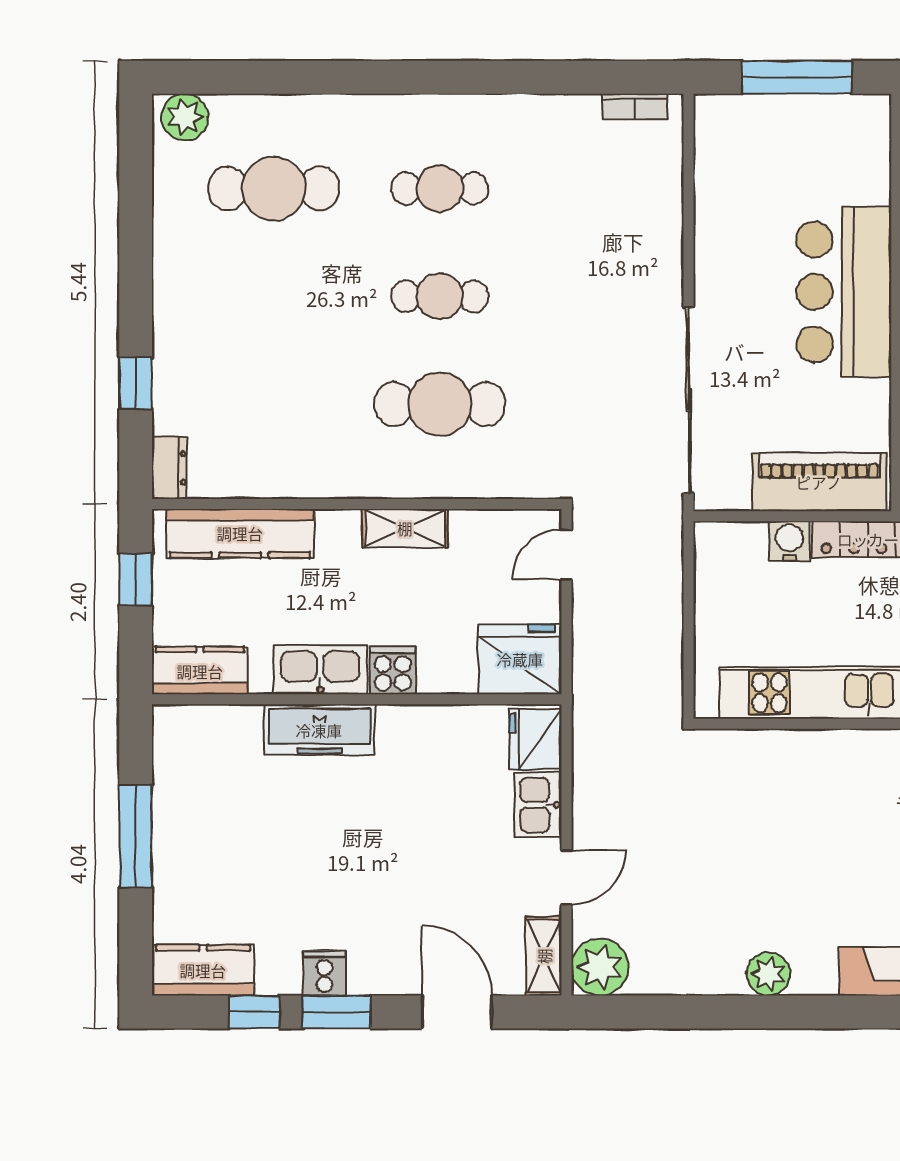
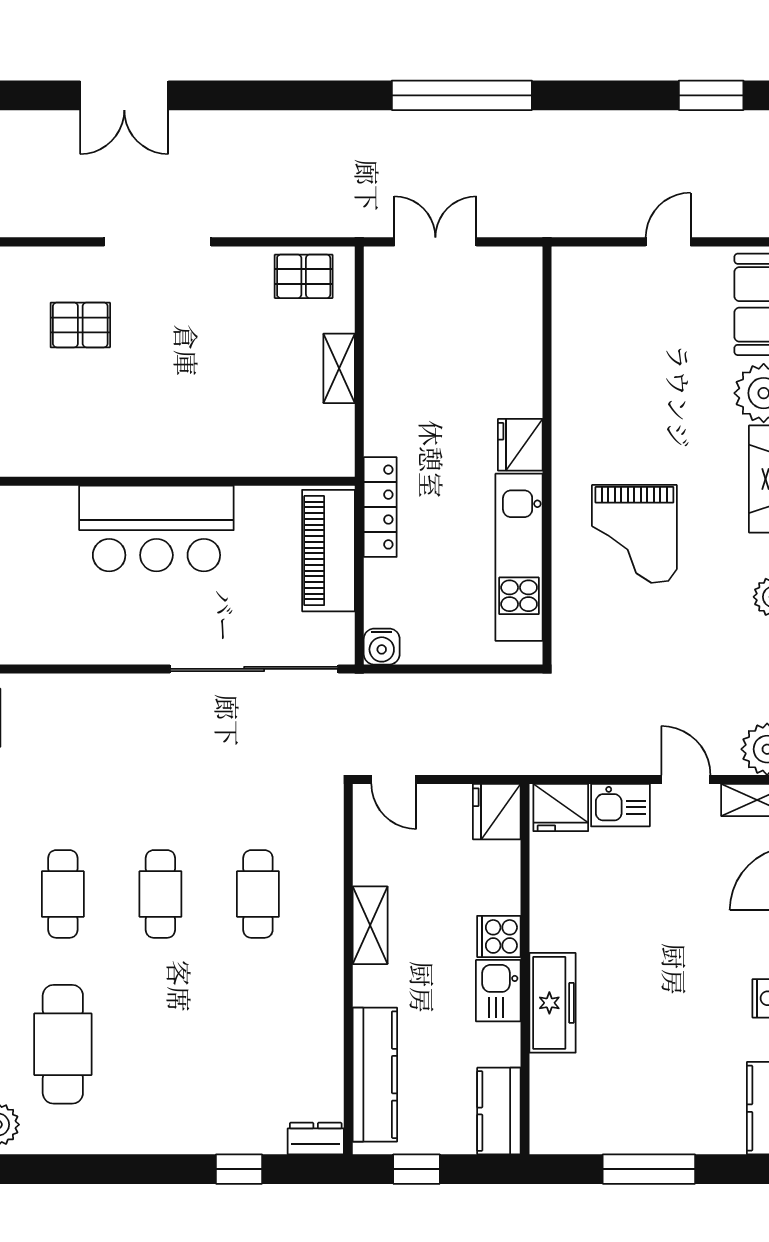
cafe table: (440, 404) -> (258, 894), width x0.73, depth x0.74
water cooler: (789, 541) -> (382, 647), moved, turned -90
fridge: (520, 659) -> (497, 812), width x0.73, depth x0.75
kitchen sink: (320, 670) -> (498, 991), width x0.73
grand piano: (838, 820) -> (634, 534), added

